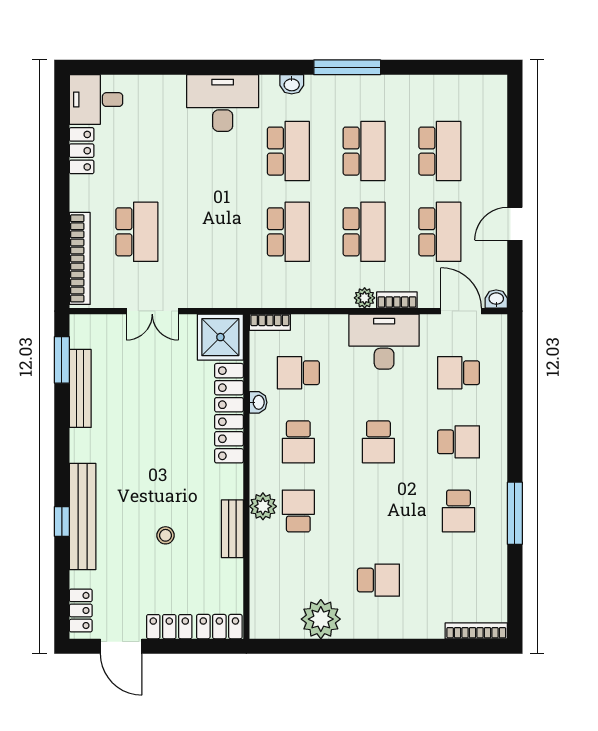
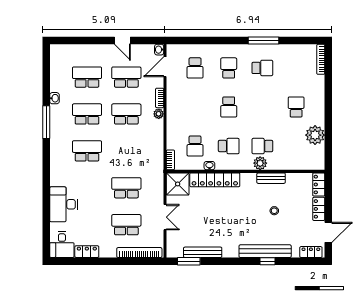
washbasin: (292, 84) -> (54, 98), moved
desk: (223, 103) -> (64, 204), moved
school desk: (288, 232) -> (126, 188), moved
desk: (384, 342) -> (180, 104), removed
school desk: (378, 442) -> (229, 107), turned 90

